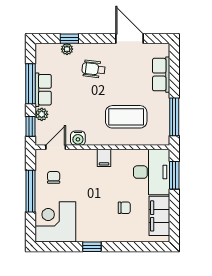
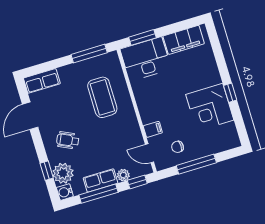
plant: (67, 49) -> (63, 173), width x1.87, depth x1.87
wheelchair: (94, 69) -> (68, 140), turned 108
row of seats: (161, 75) -> (42, 81), moved
water cooler: (78, 138) -> (65, 192), moved, turned 180
filing cabinet: (104, 158) -> (153, 129), moved
chair: (124, 208) -> (186, 74), removed
corner desk: (55, 222) -> (210, 107), moved

